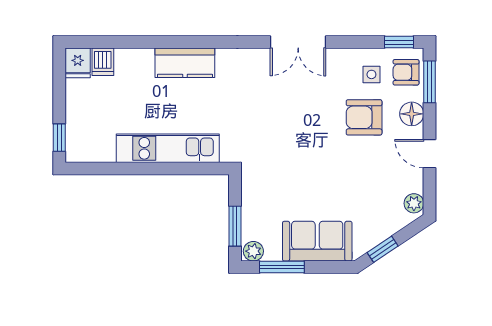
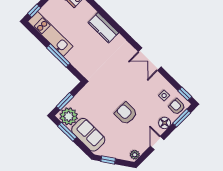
armchair: (364, 117) -> (126, 113), moved
kitchen unit: (168, 148) -> (50, 34), moved
window: (159, 169) -> (58, 56), added
plant: (253, 251) -> (69, 116), width x1.88, depth x1.88

